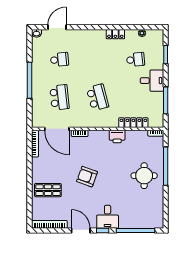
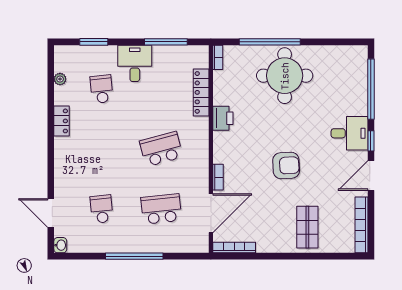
round table: (144, 176) -> (285, 76), width x1.36, depth x1.36
armchair: (87, 177) -> (286, 165), turned -113

